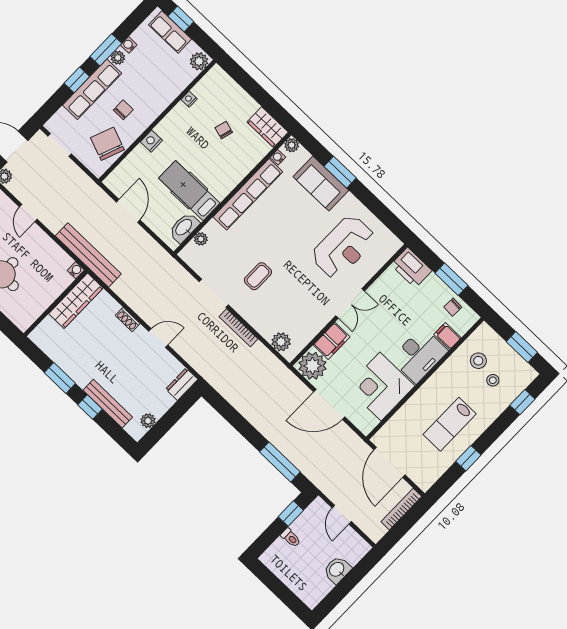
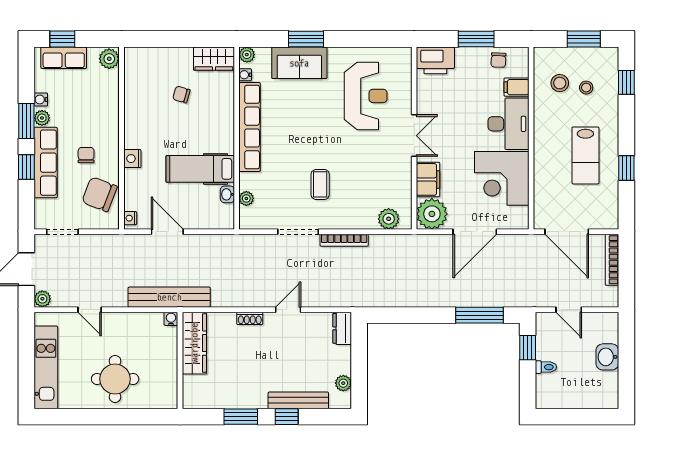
nightstand: (189, 99) -> (130, 218), moved
washbasin: (184, 228) -> (227, 194), width x0.52, depth x0.69

